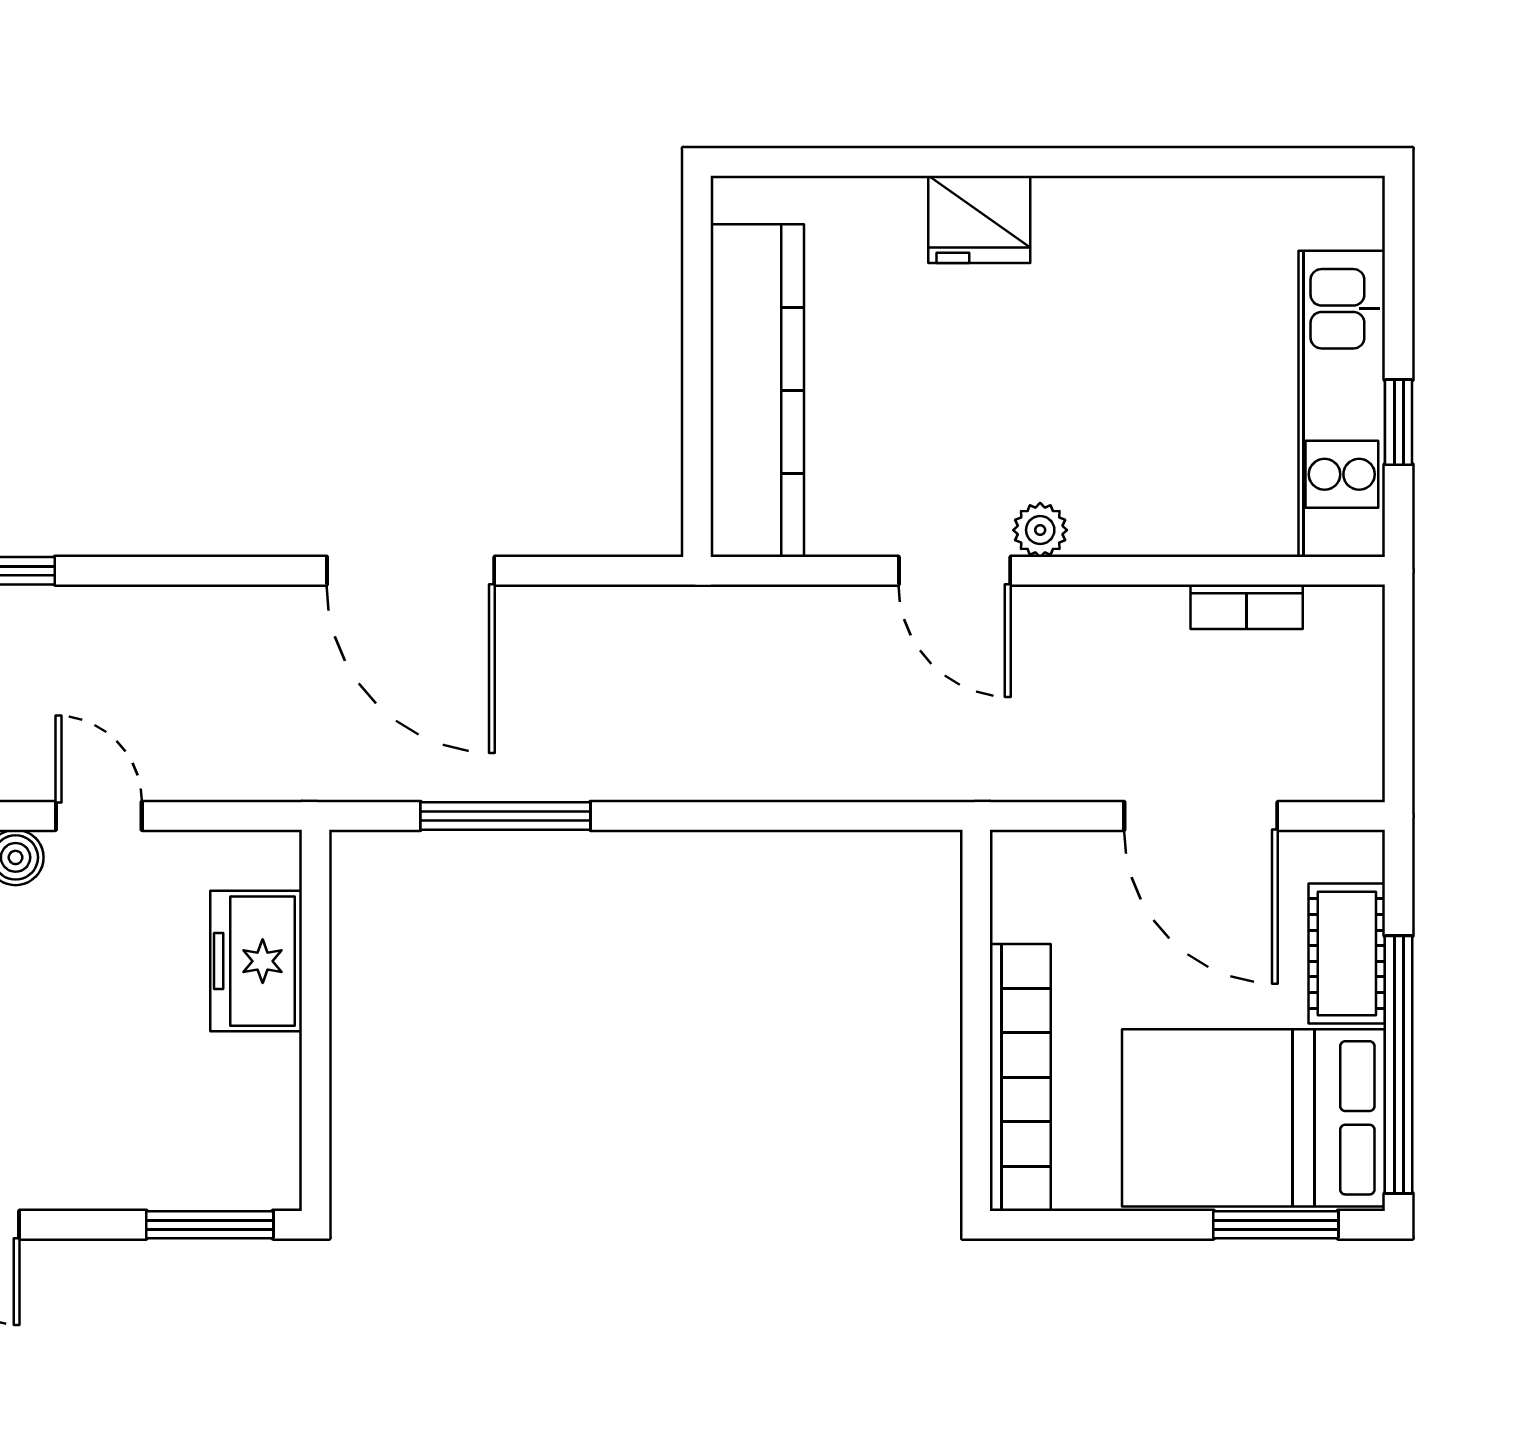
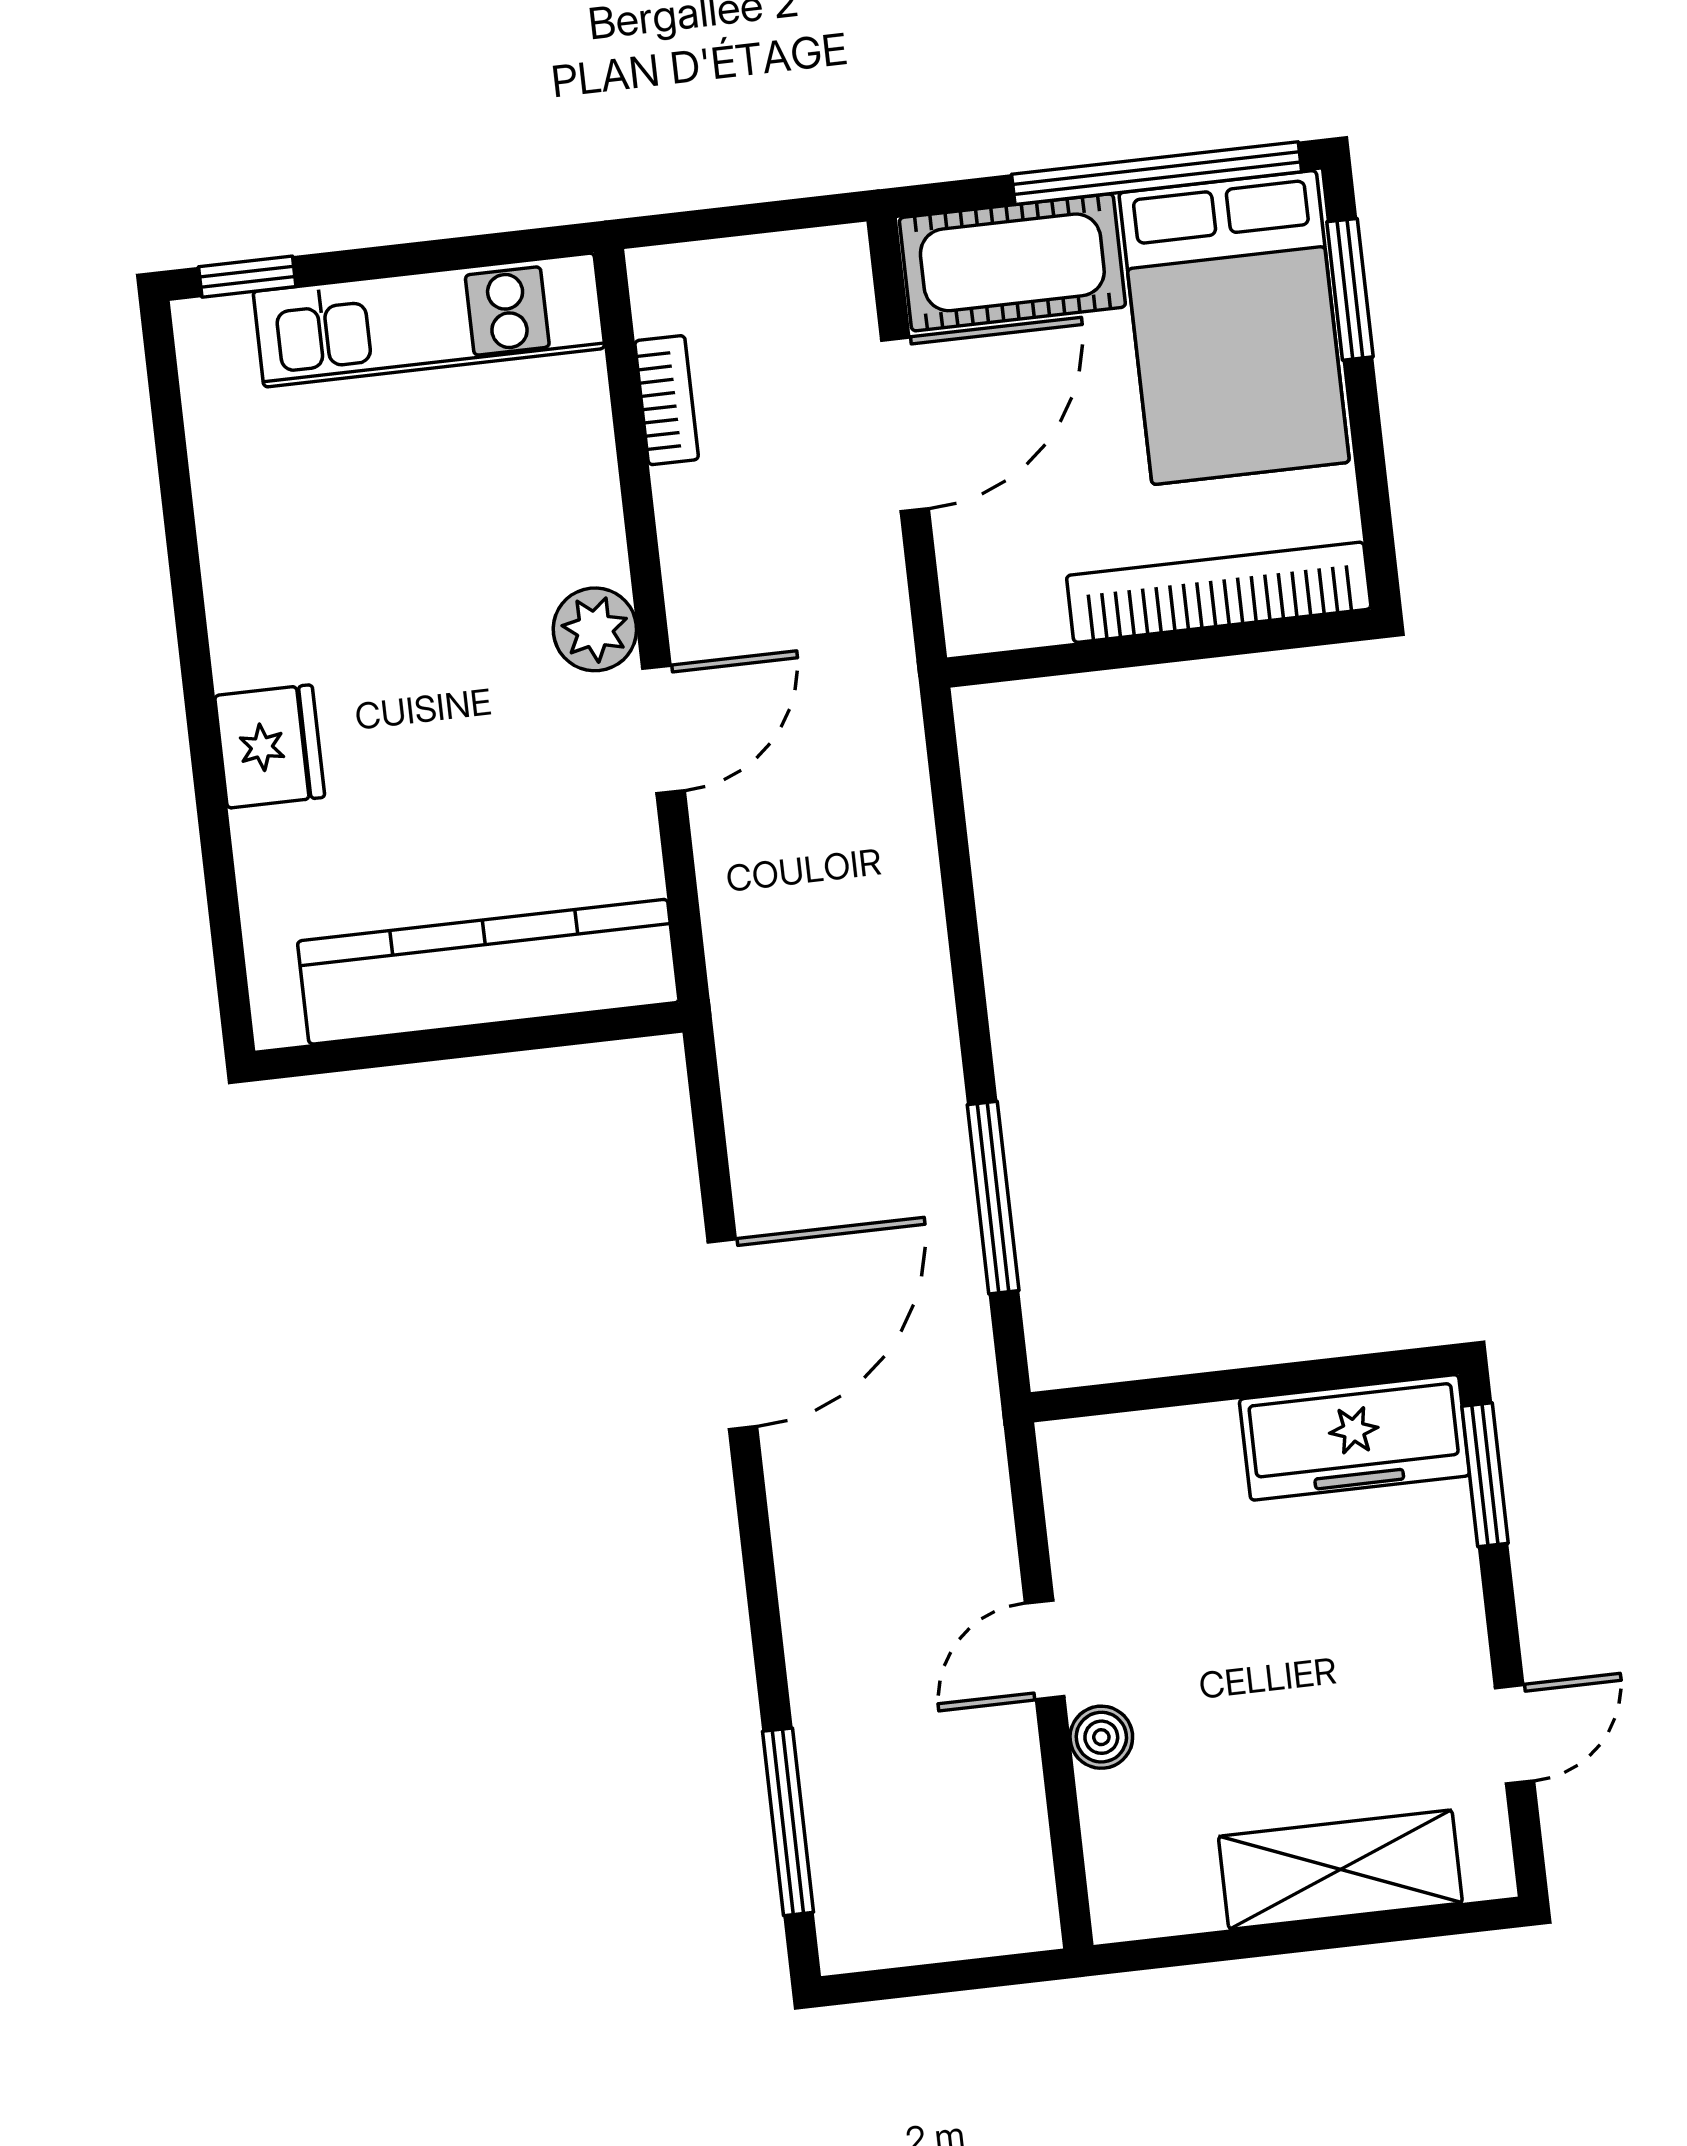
window: (1399, 422) -> (247, 277), moved
plant: (1040, 530) -> (595, 629), width x1.38, depth x1.38
cot: (1347, 954) -> (1012, 262), width x1.37, depth x1.34
freezer: (256, 961) -> (1355, 1437), moved, width x1.40

